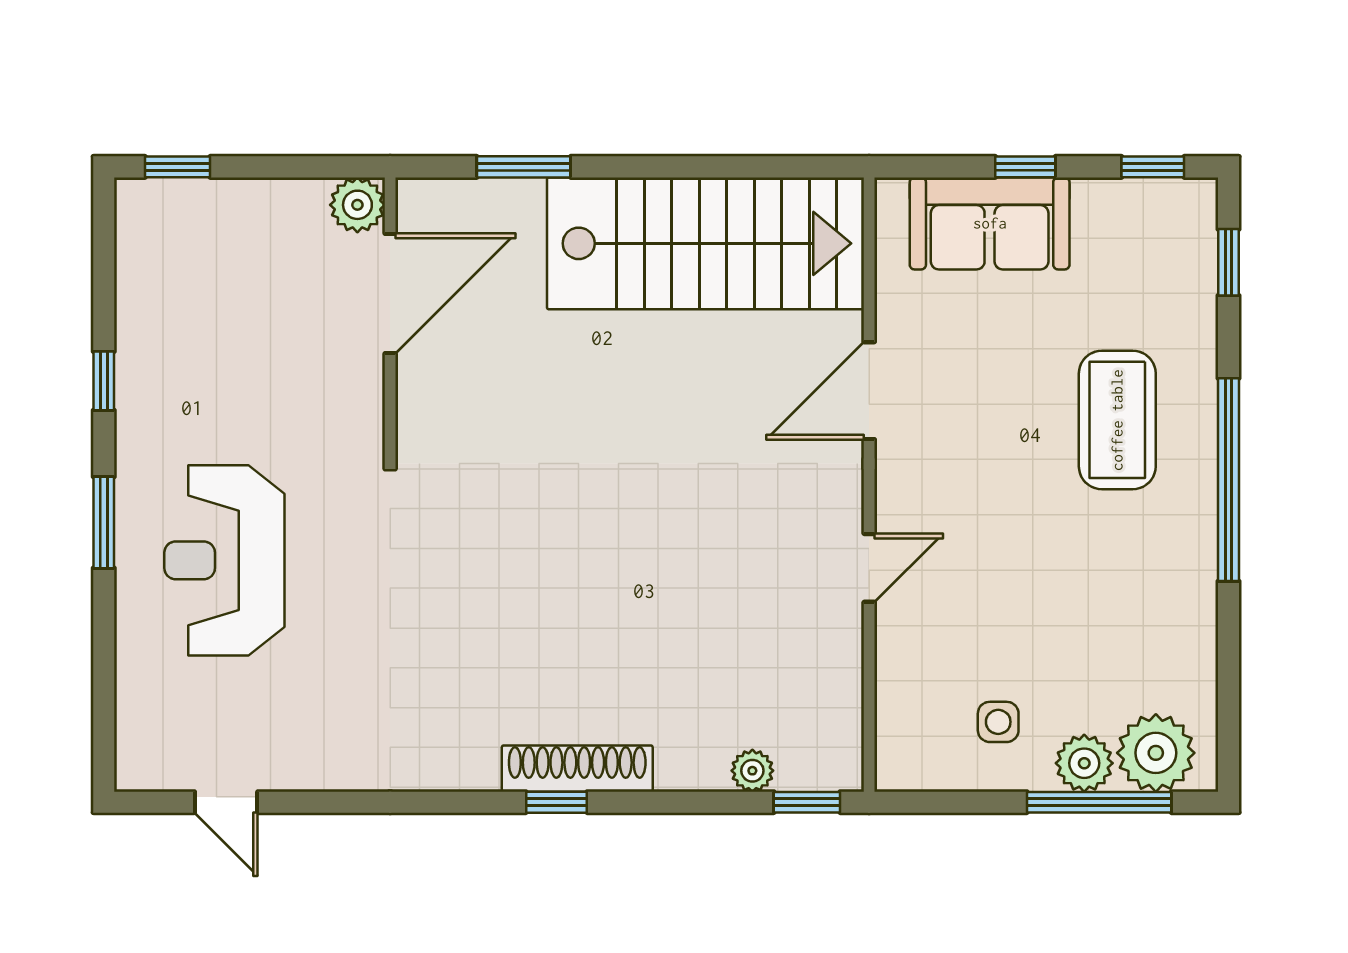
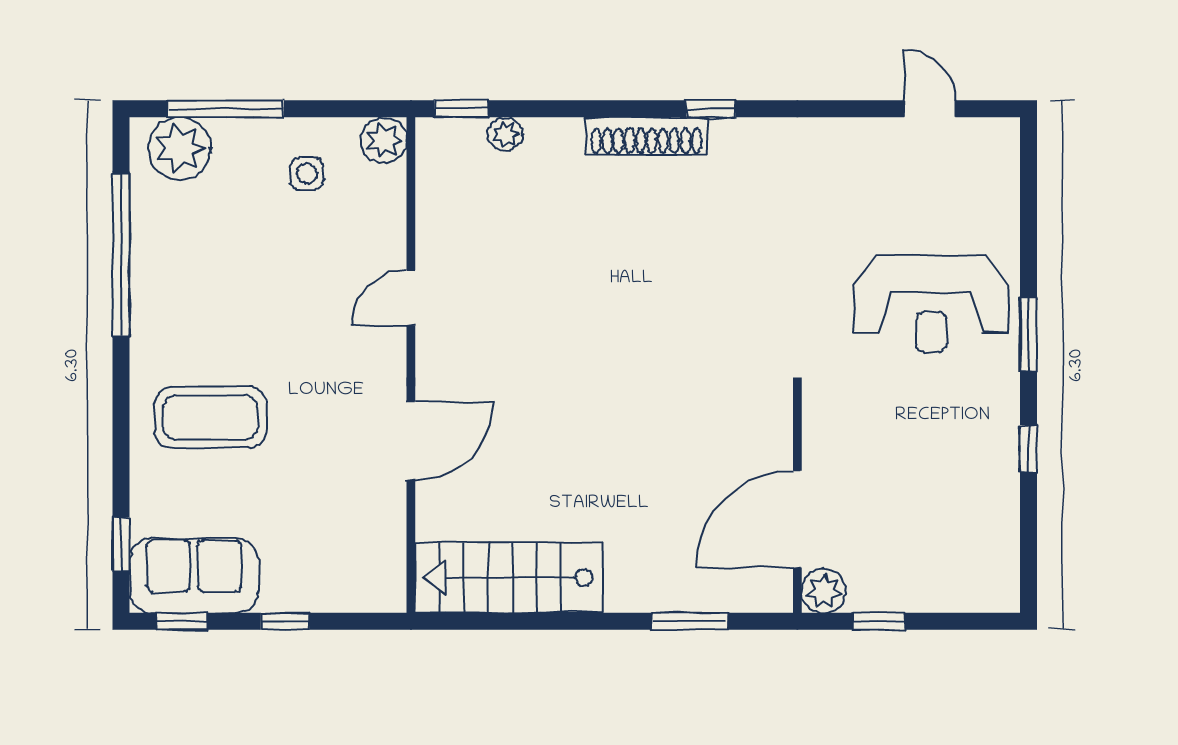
window: (178, 167) -> (879, 621), moved
sofa: (990, 223) -> (194, 576), moved
stairs: (705, 243) -> (509, 578), width x0.73, depth x0.66
coffee table: (1117, 420) -> (211, 417), turned 90
window: (1228, 480) -> (121, 255), moved
reception desk: (224, 560) -> (931, 304), turned 90
plant: (1084, 763) -> (384, 140), moved
window: (556, 802) -> (711, 109), moved

